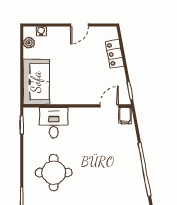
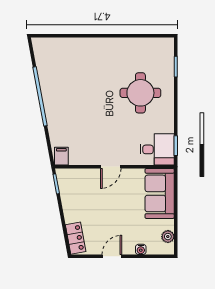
water cooler: (41, 31) -> (141, 249), moved
locker: (115, 54) -> (76, 238), moved
door: (109, 106) -> (111, 167), moved
desk: (54, 123) -> (157, 149), moved, turned -90

